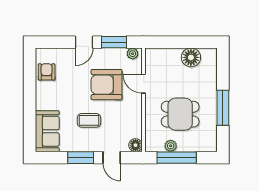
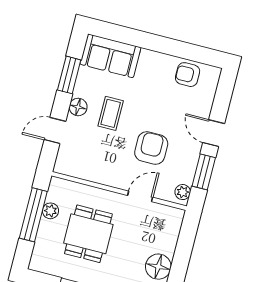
armchair: (47, 72) -> (188, 75), turned 180
armchair: (106, 85) -> (151, 148), width x0.73, depth x0.73
floor lamp: (135, 145) -> (78, 107), moved
window: (81, 158) -> (69, 75), moved

